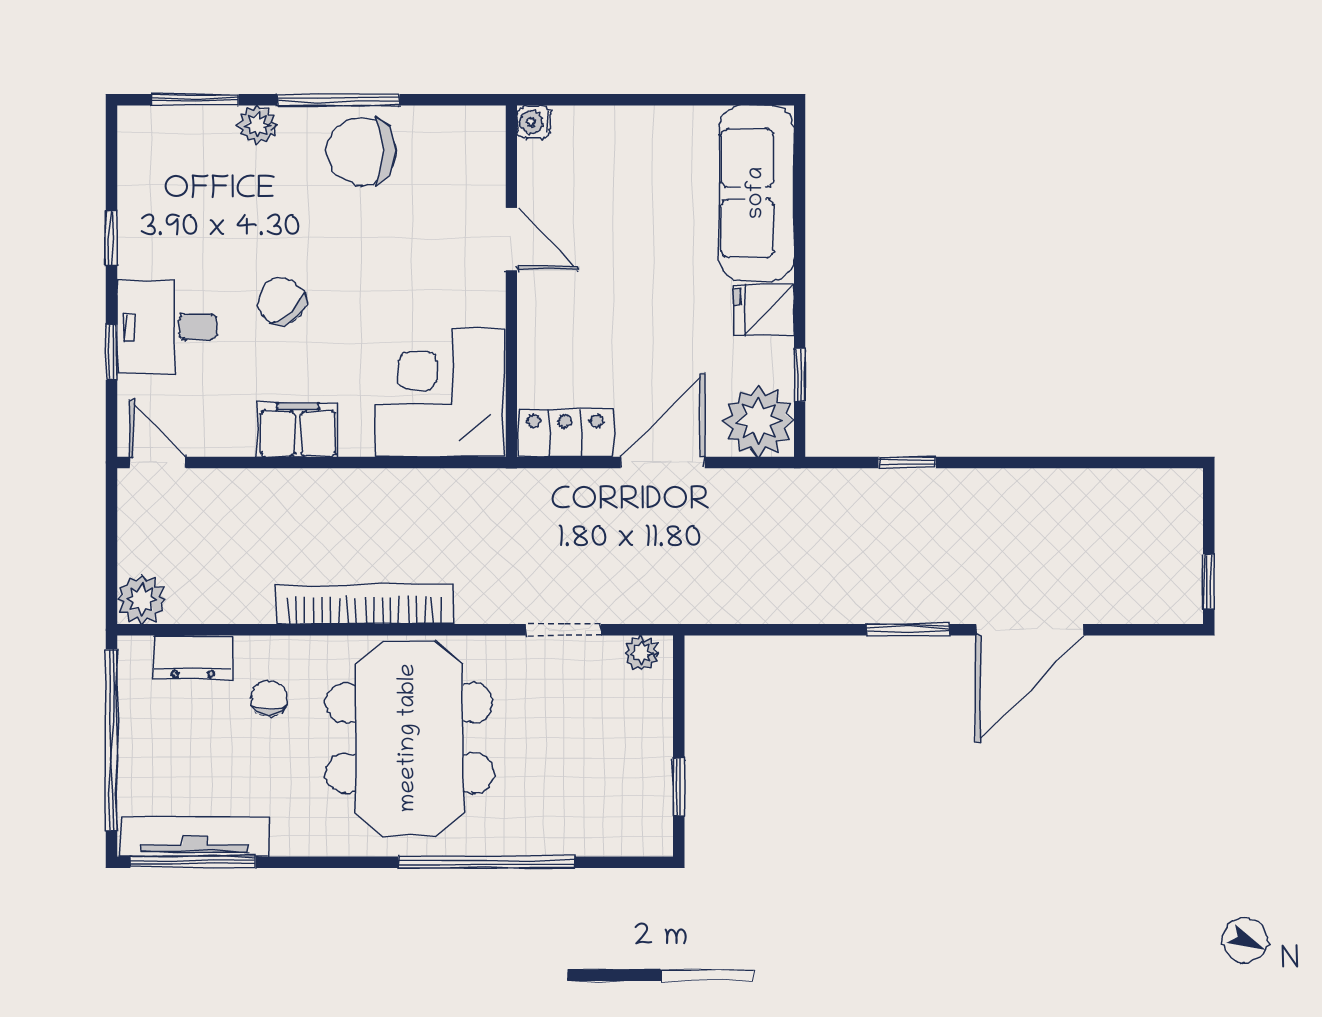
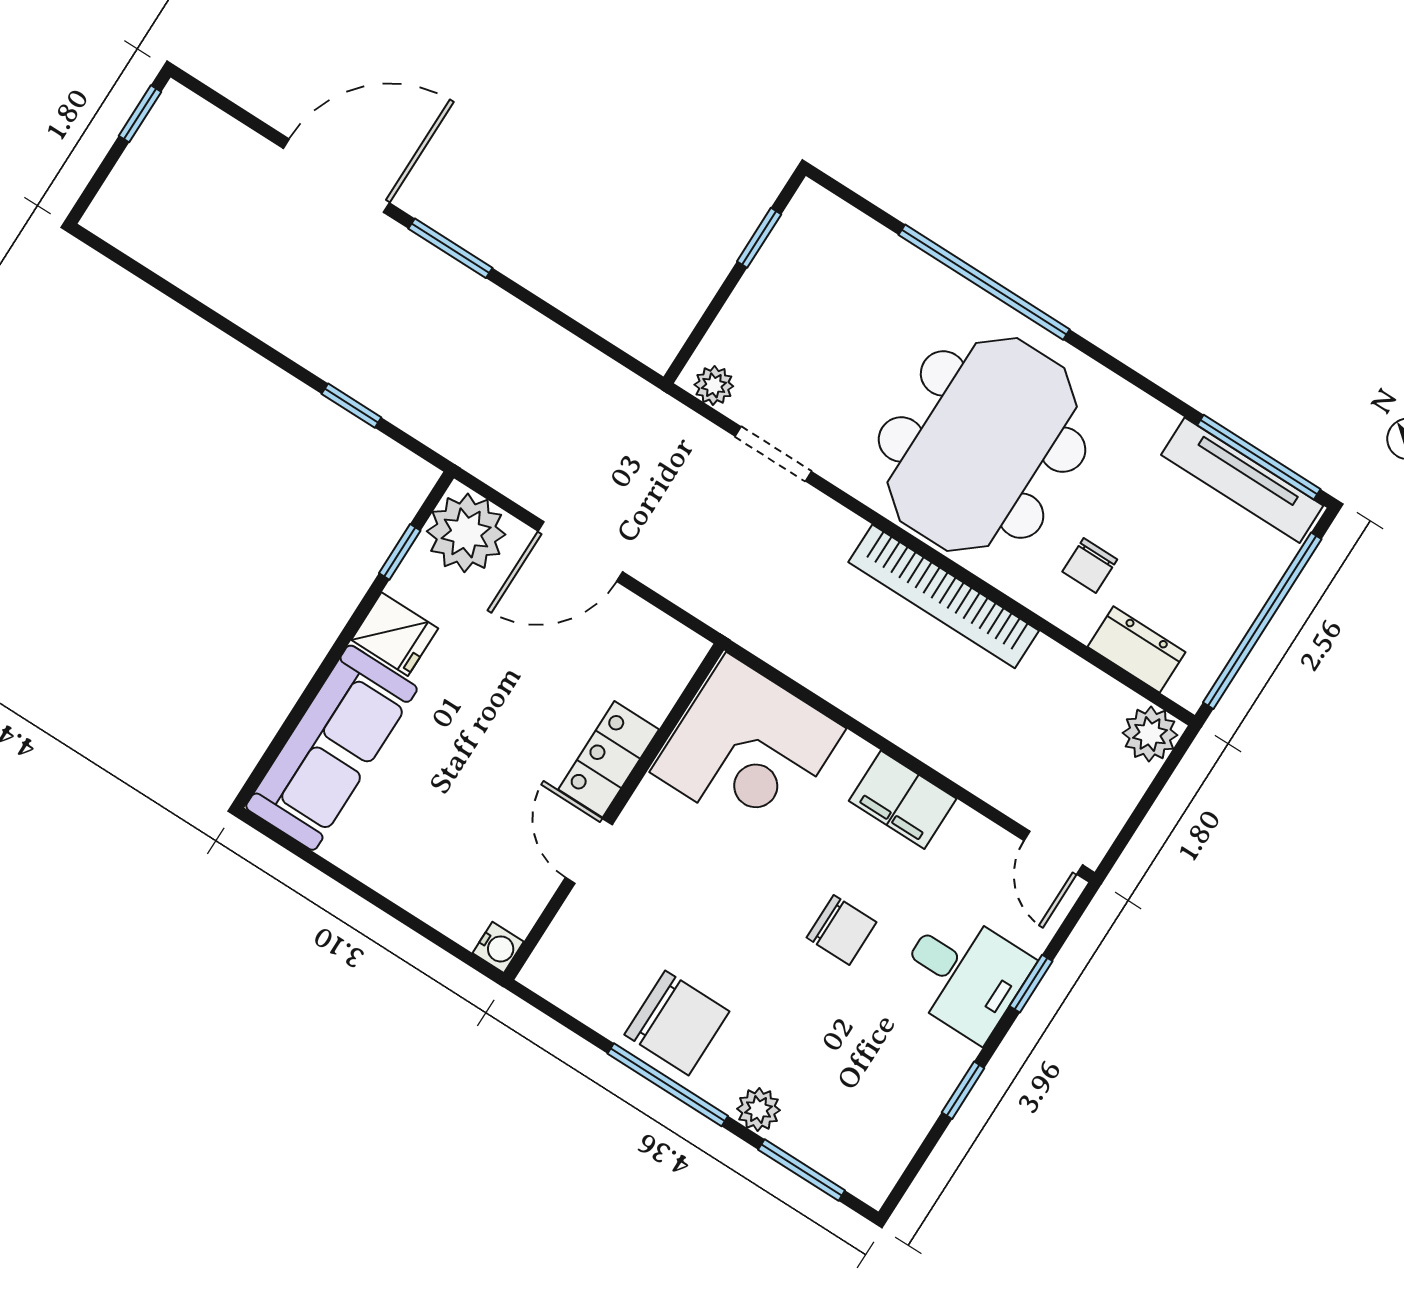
chair: (281, 301) -> (841, 930), turned -45
locker: (565, 433) -> (609, 759), moved, turned 90

